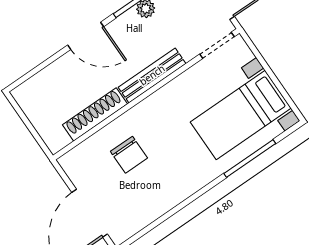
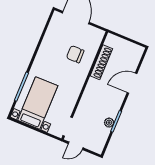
door: (86, 36) -> (132, 83), moved
bench: (152, 75) -> (87, 95), removed

